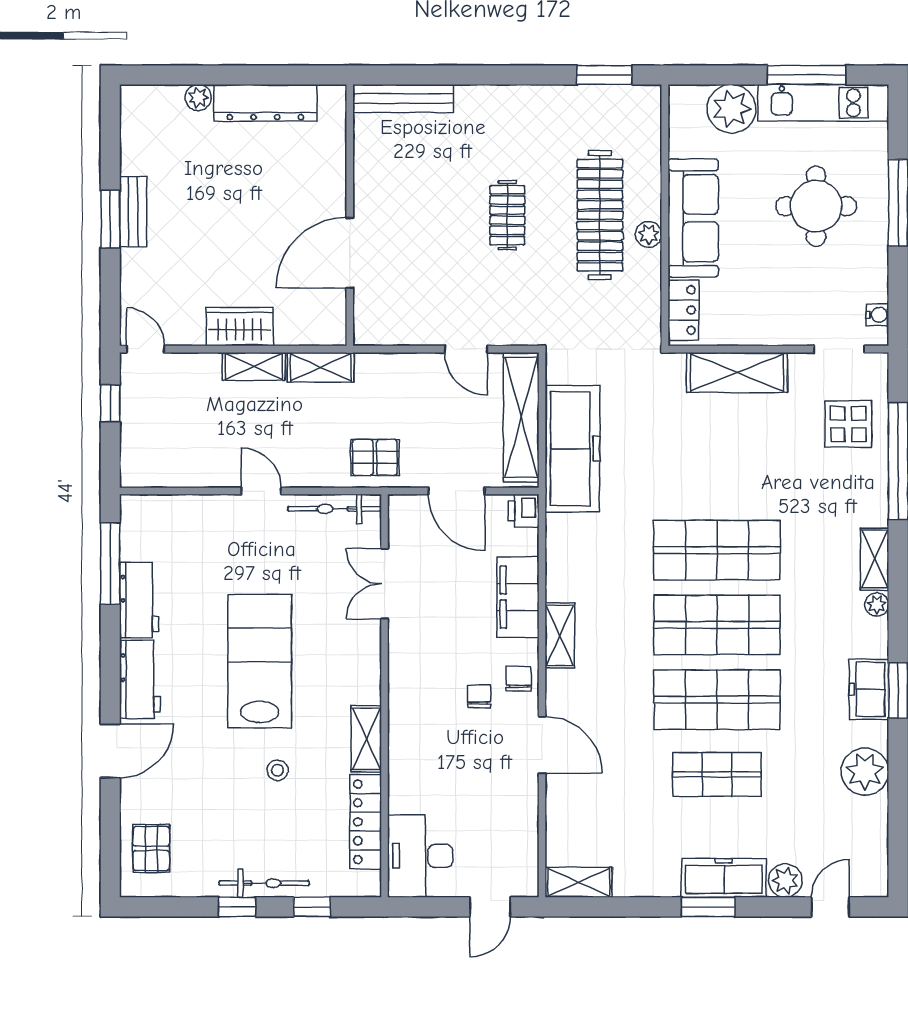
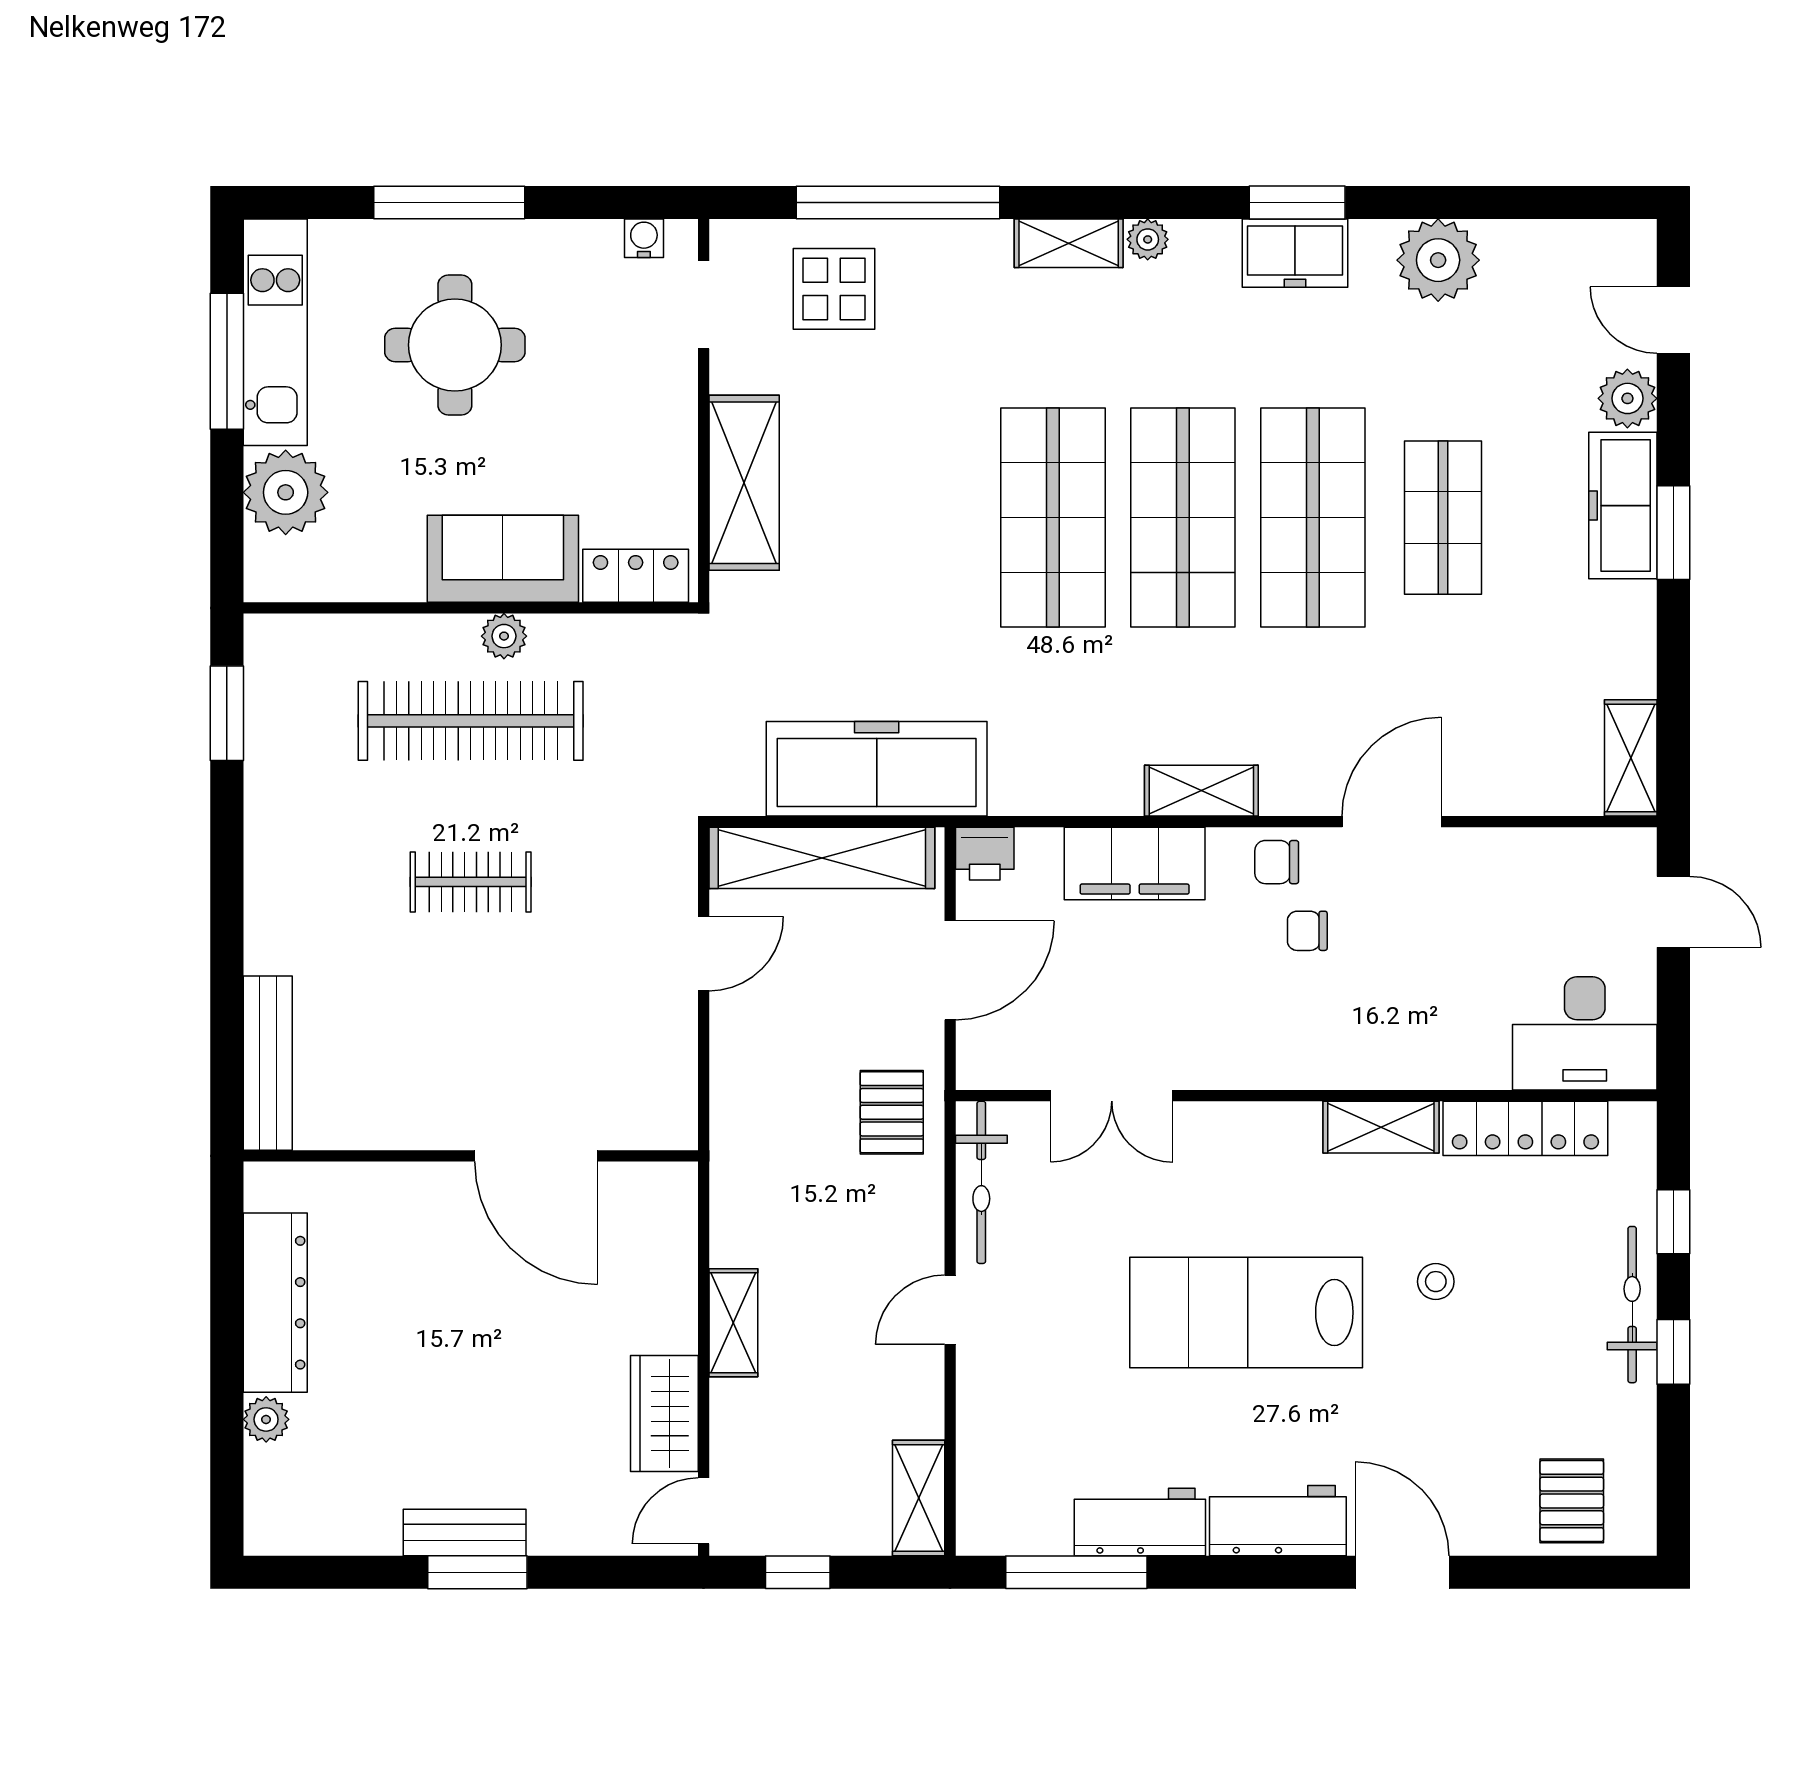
sofa: (693, 218) -> (503, 559), width x0.73
wardrobe: (240, 327) -> (664, 1414), moved
shelving: (321, 367) -> (919, 1498), moved
pallet: (151, 848) -> (1572, 1501), turned 90

